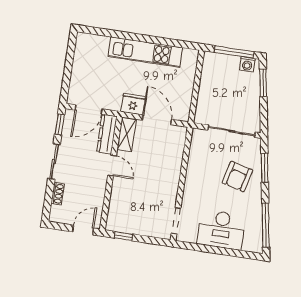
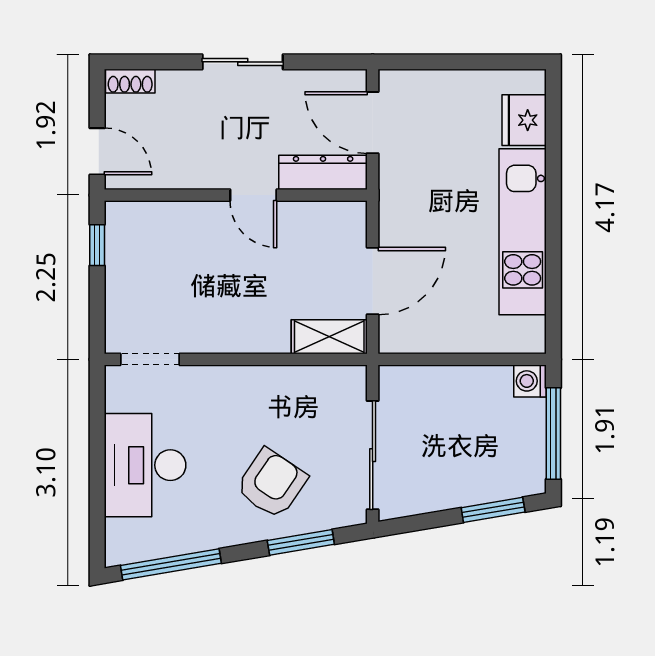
washing machine: (247, 64) -> (530, 381), moved
fridge: (133, 104) -> (524, 120), moved, turned 180
window: (60, 124) -> (329, 62), removed
shelving: (127, 134) -> (329, 337), moved
door: (112, 166) -> (253, 195), hinge flipped
armchair: (237, 176) -> (272, 484), turned 110
shoe rack: (58, 194) -> (130, 81), moved

